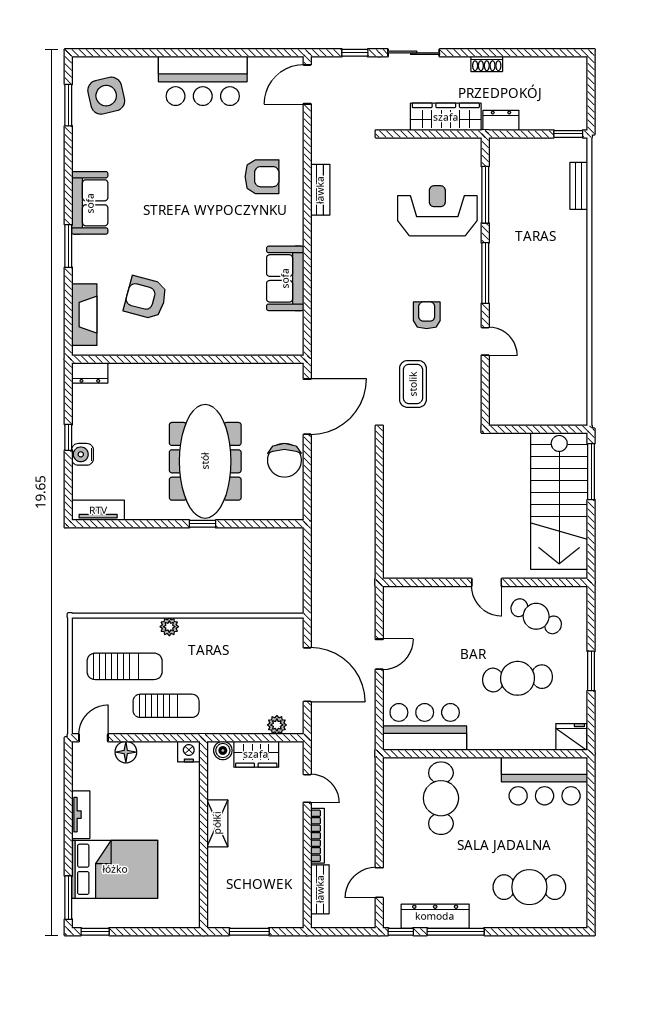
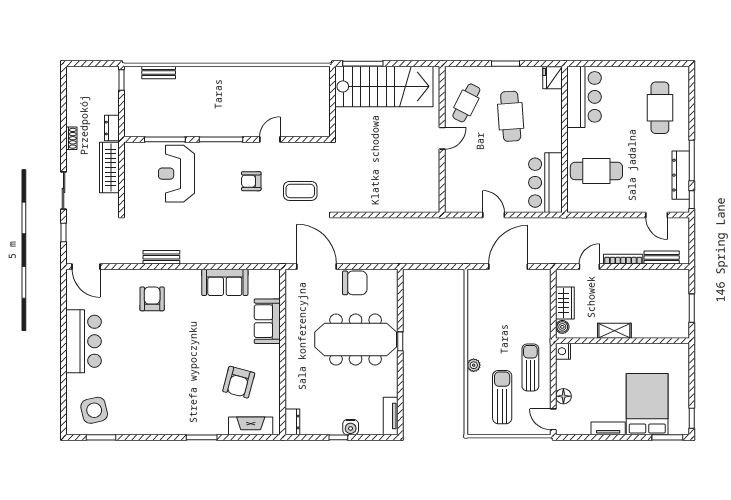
sofa: (90, 203) -> (267, 321), moved, turned -90
plant: (277, 725) -> (544, 288), removed

